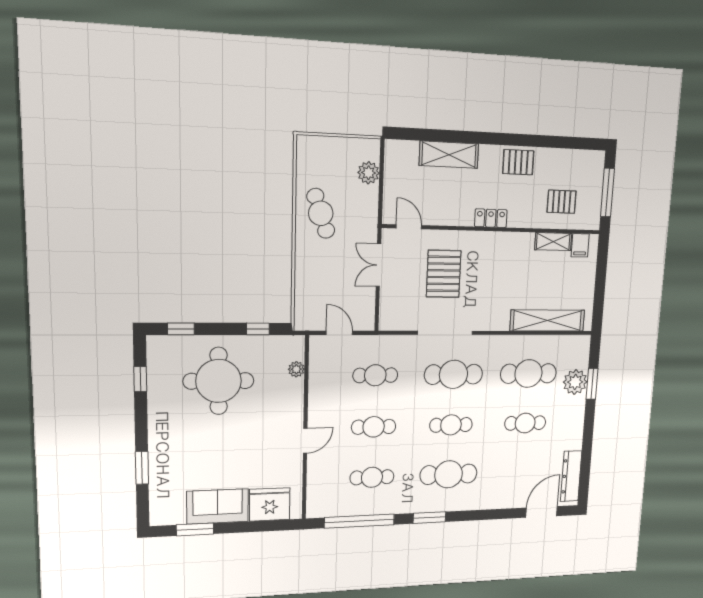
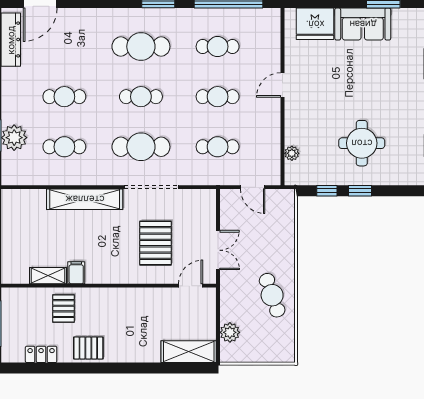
shelving: (449, 155) -> (189, 352), moved
pallet: (562, 202) -> (64, 309), moved, turned 90
locker: (491, 218) -> (41, 354), moved, turned 180
door: (409, 227) -> (191, 286), swing flipped
filing cabinet: (580, 245) -> (76, 273), moved
shelving: (547, 321) -> (85, 199), moved
window: (181, 329) -> (360, 191), moved
cafe table: (528, 374) -> (64, 147), width x0.73, depth x0.74
round table: (219, 381) -> (362, 143), width x0.73, depth x0.73

